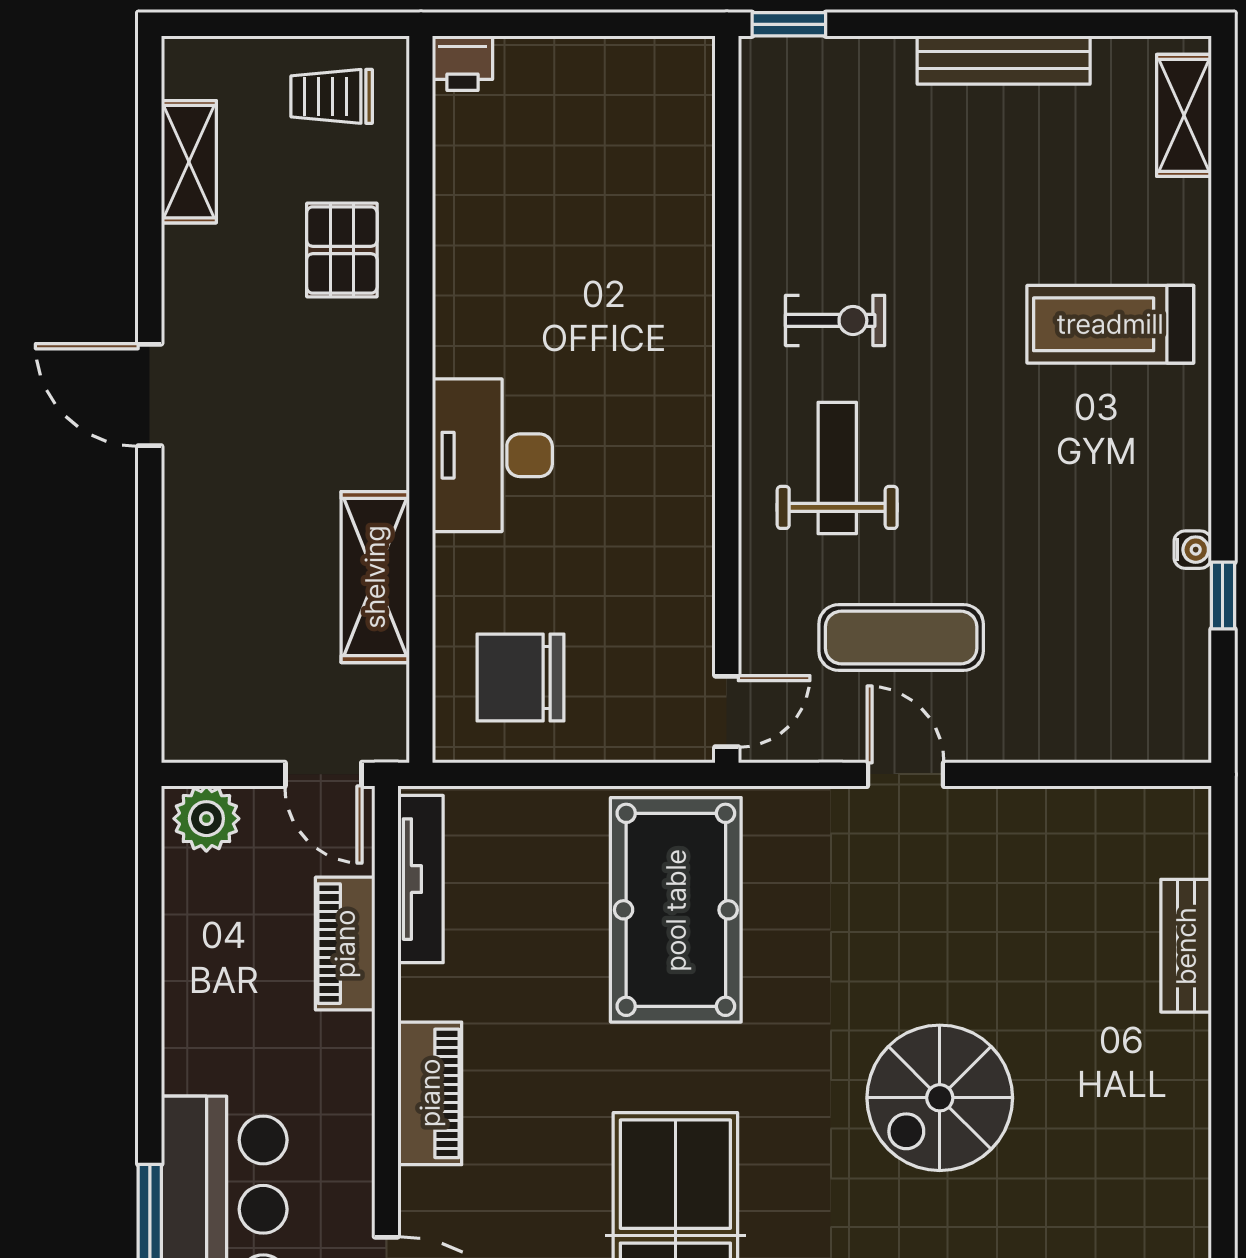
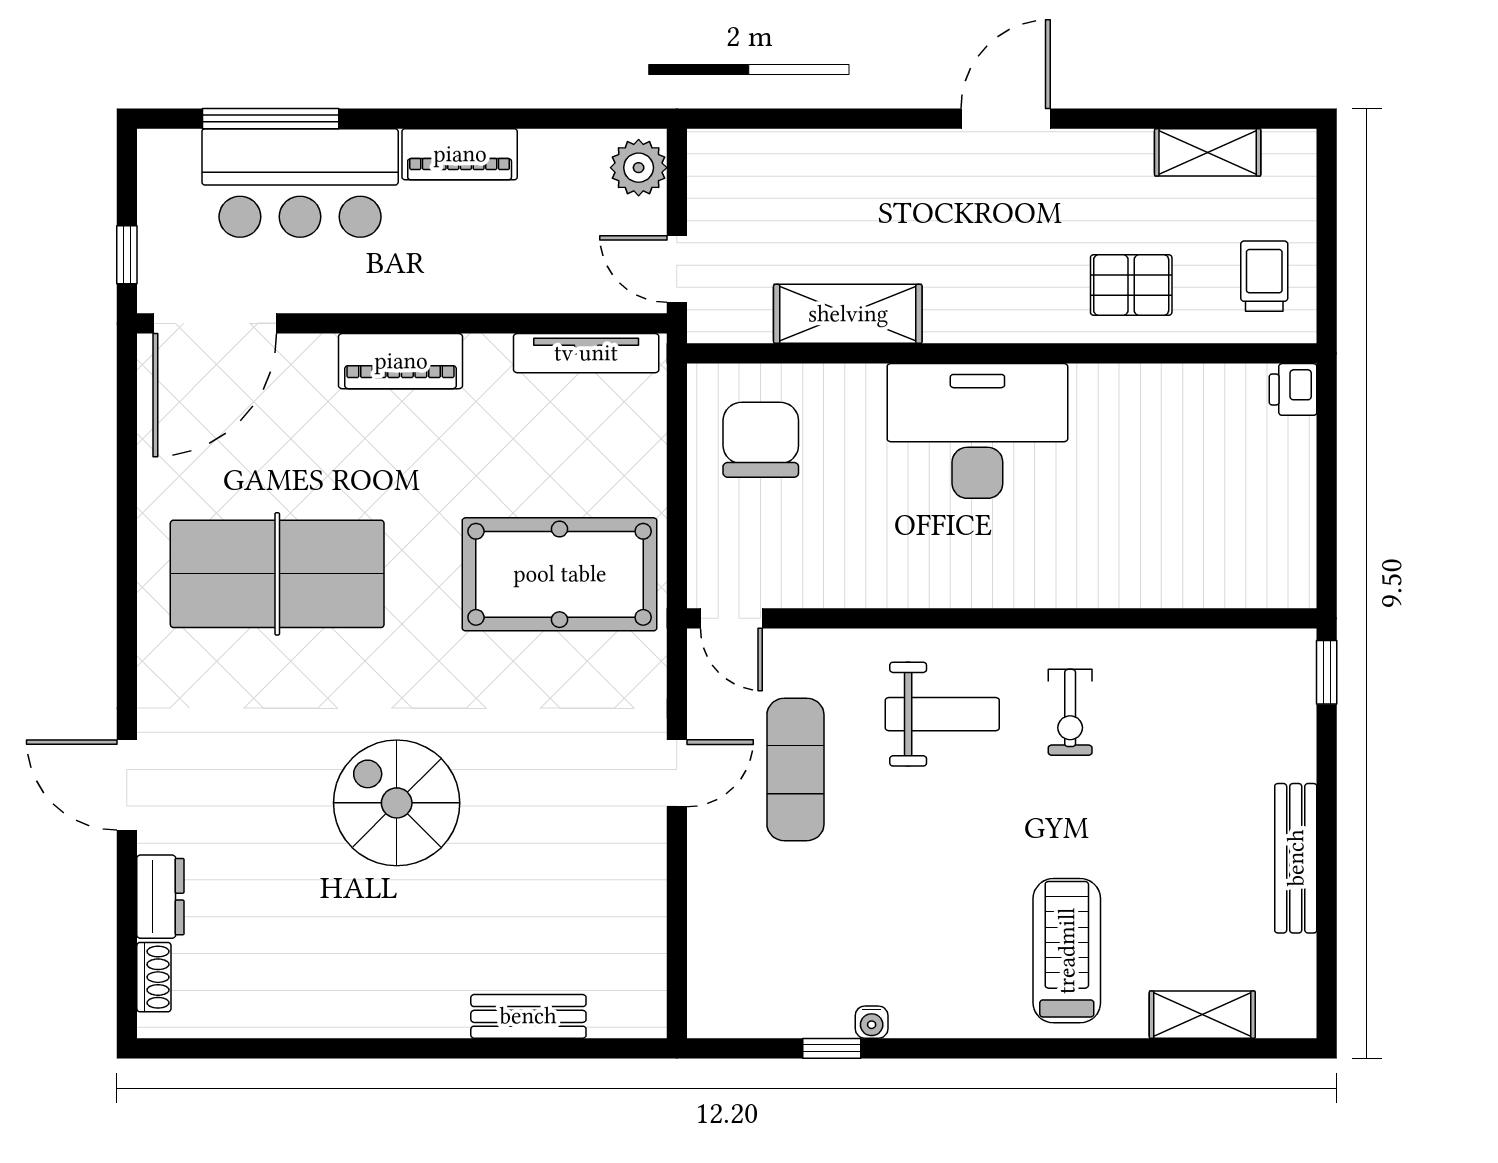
shelving: (1184, 115) -> (1202, 1015), moved
desk: (492, 455) -> (977, 431), width x1.36, depth x1.30
door: (323, 774) -> (677, 269), hinge flipped
piano: (345, 944) -> (460, 154), moved, turned 180

